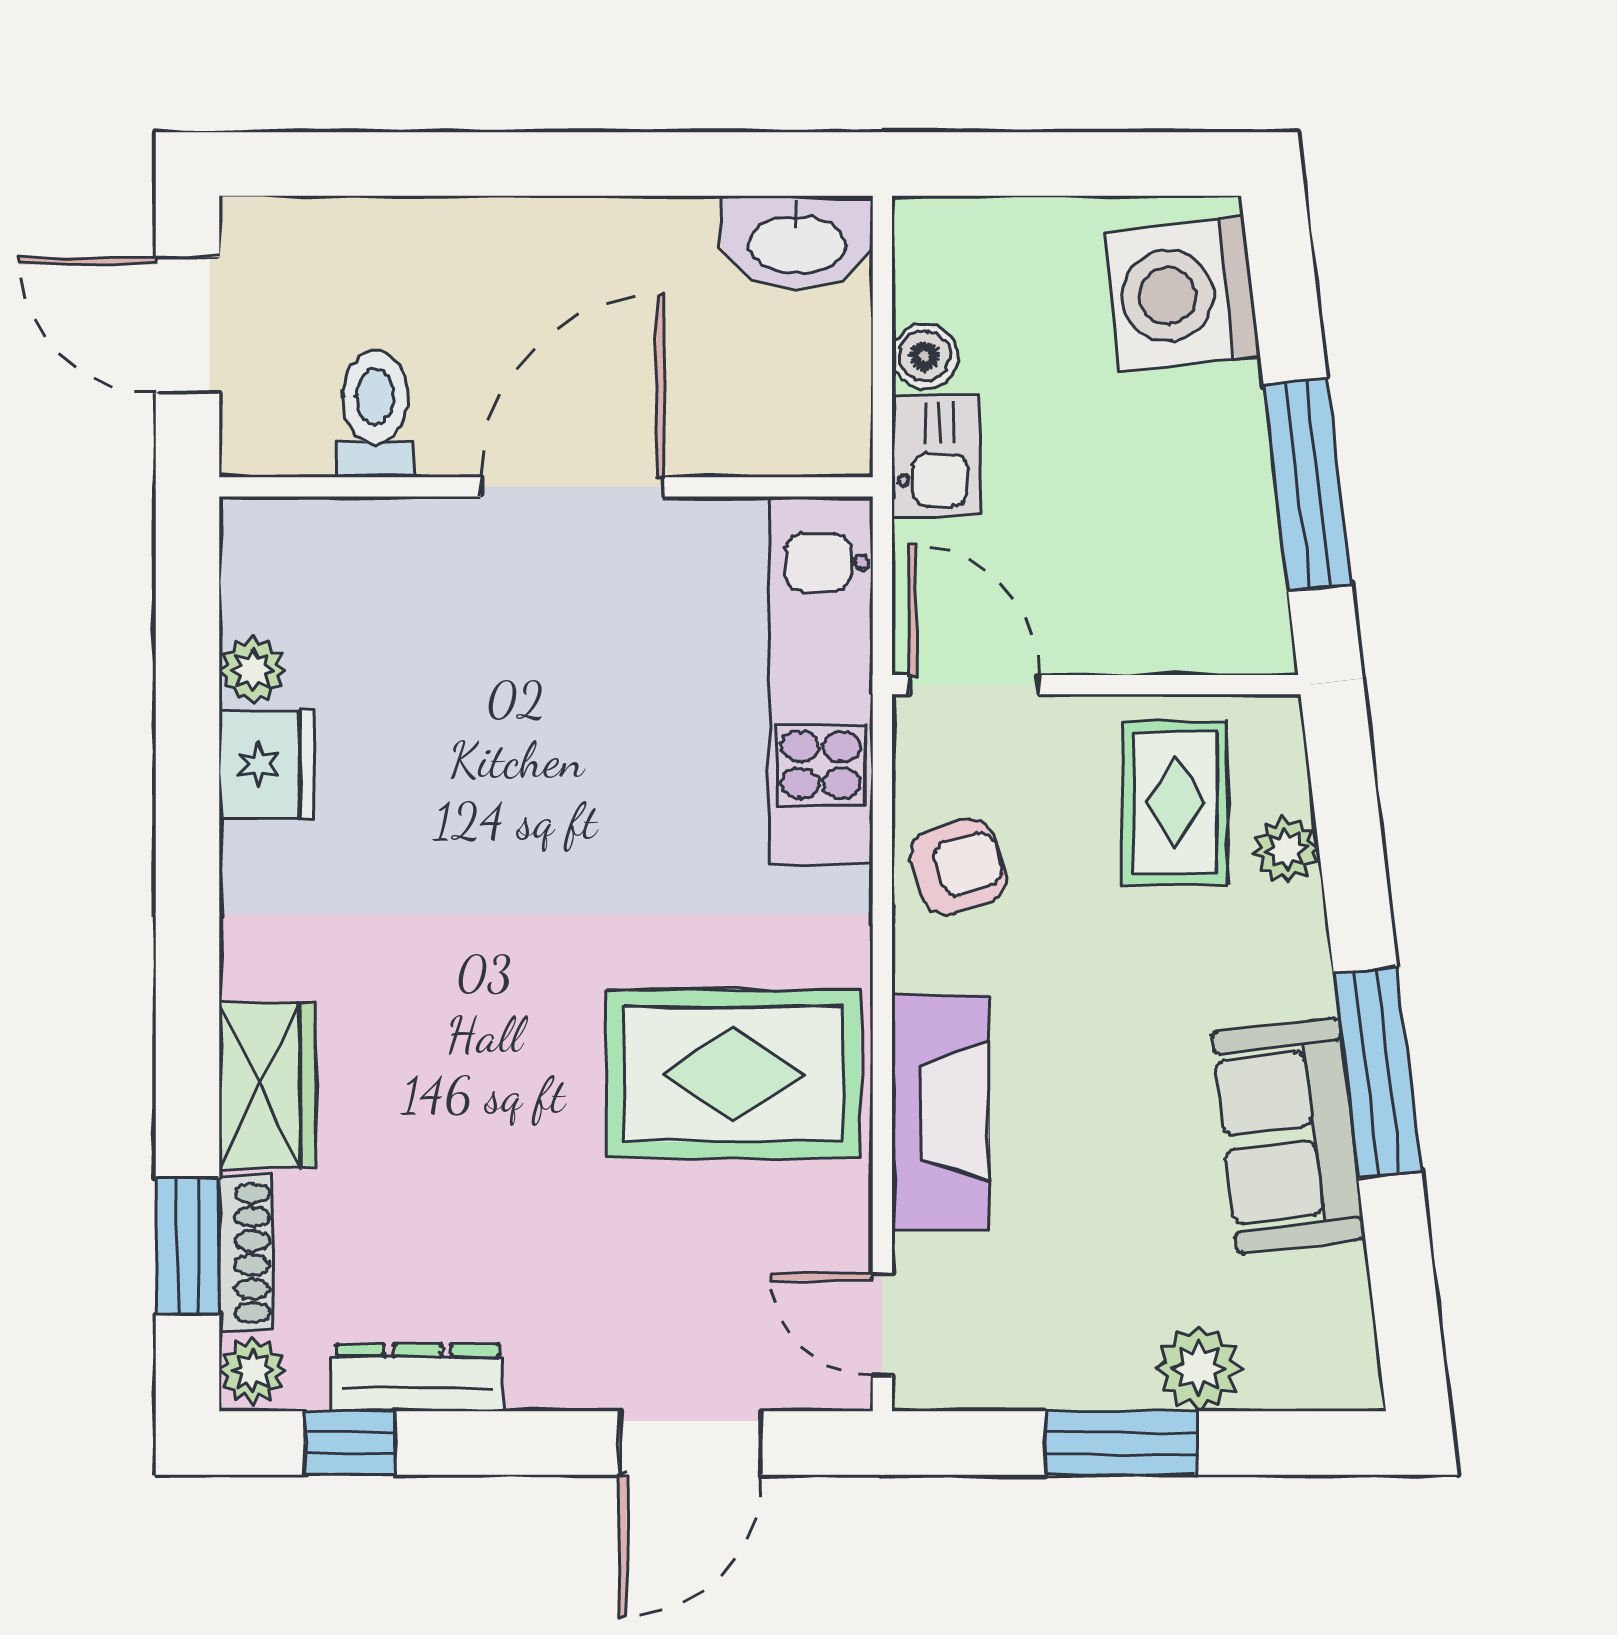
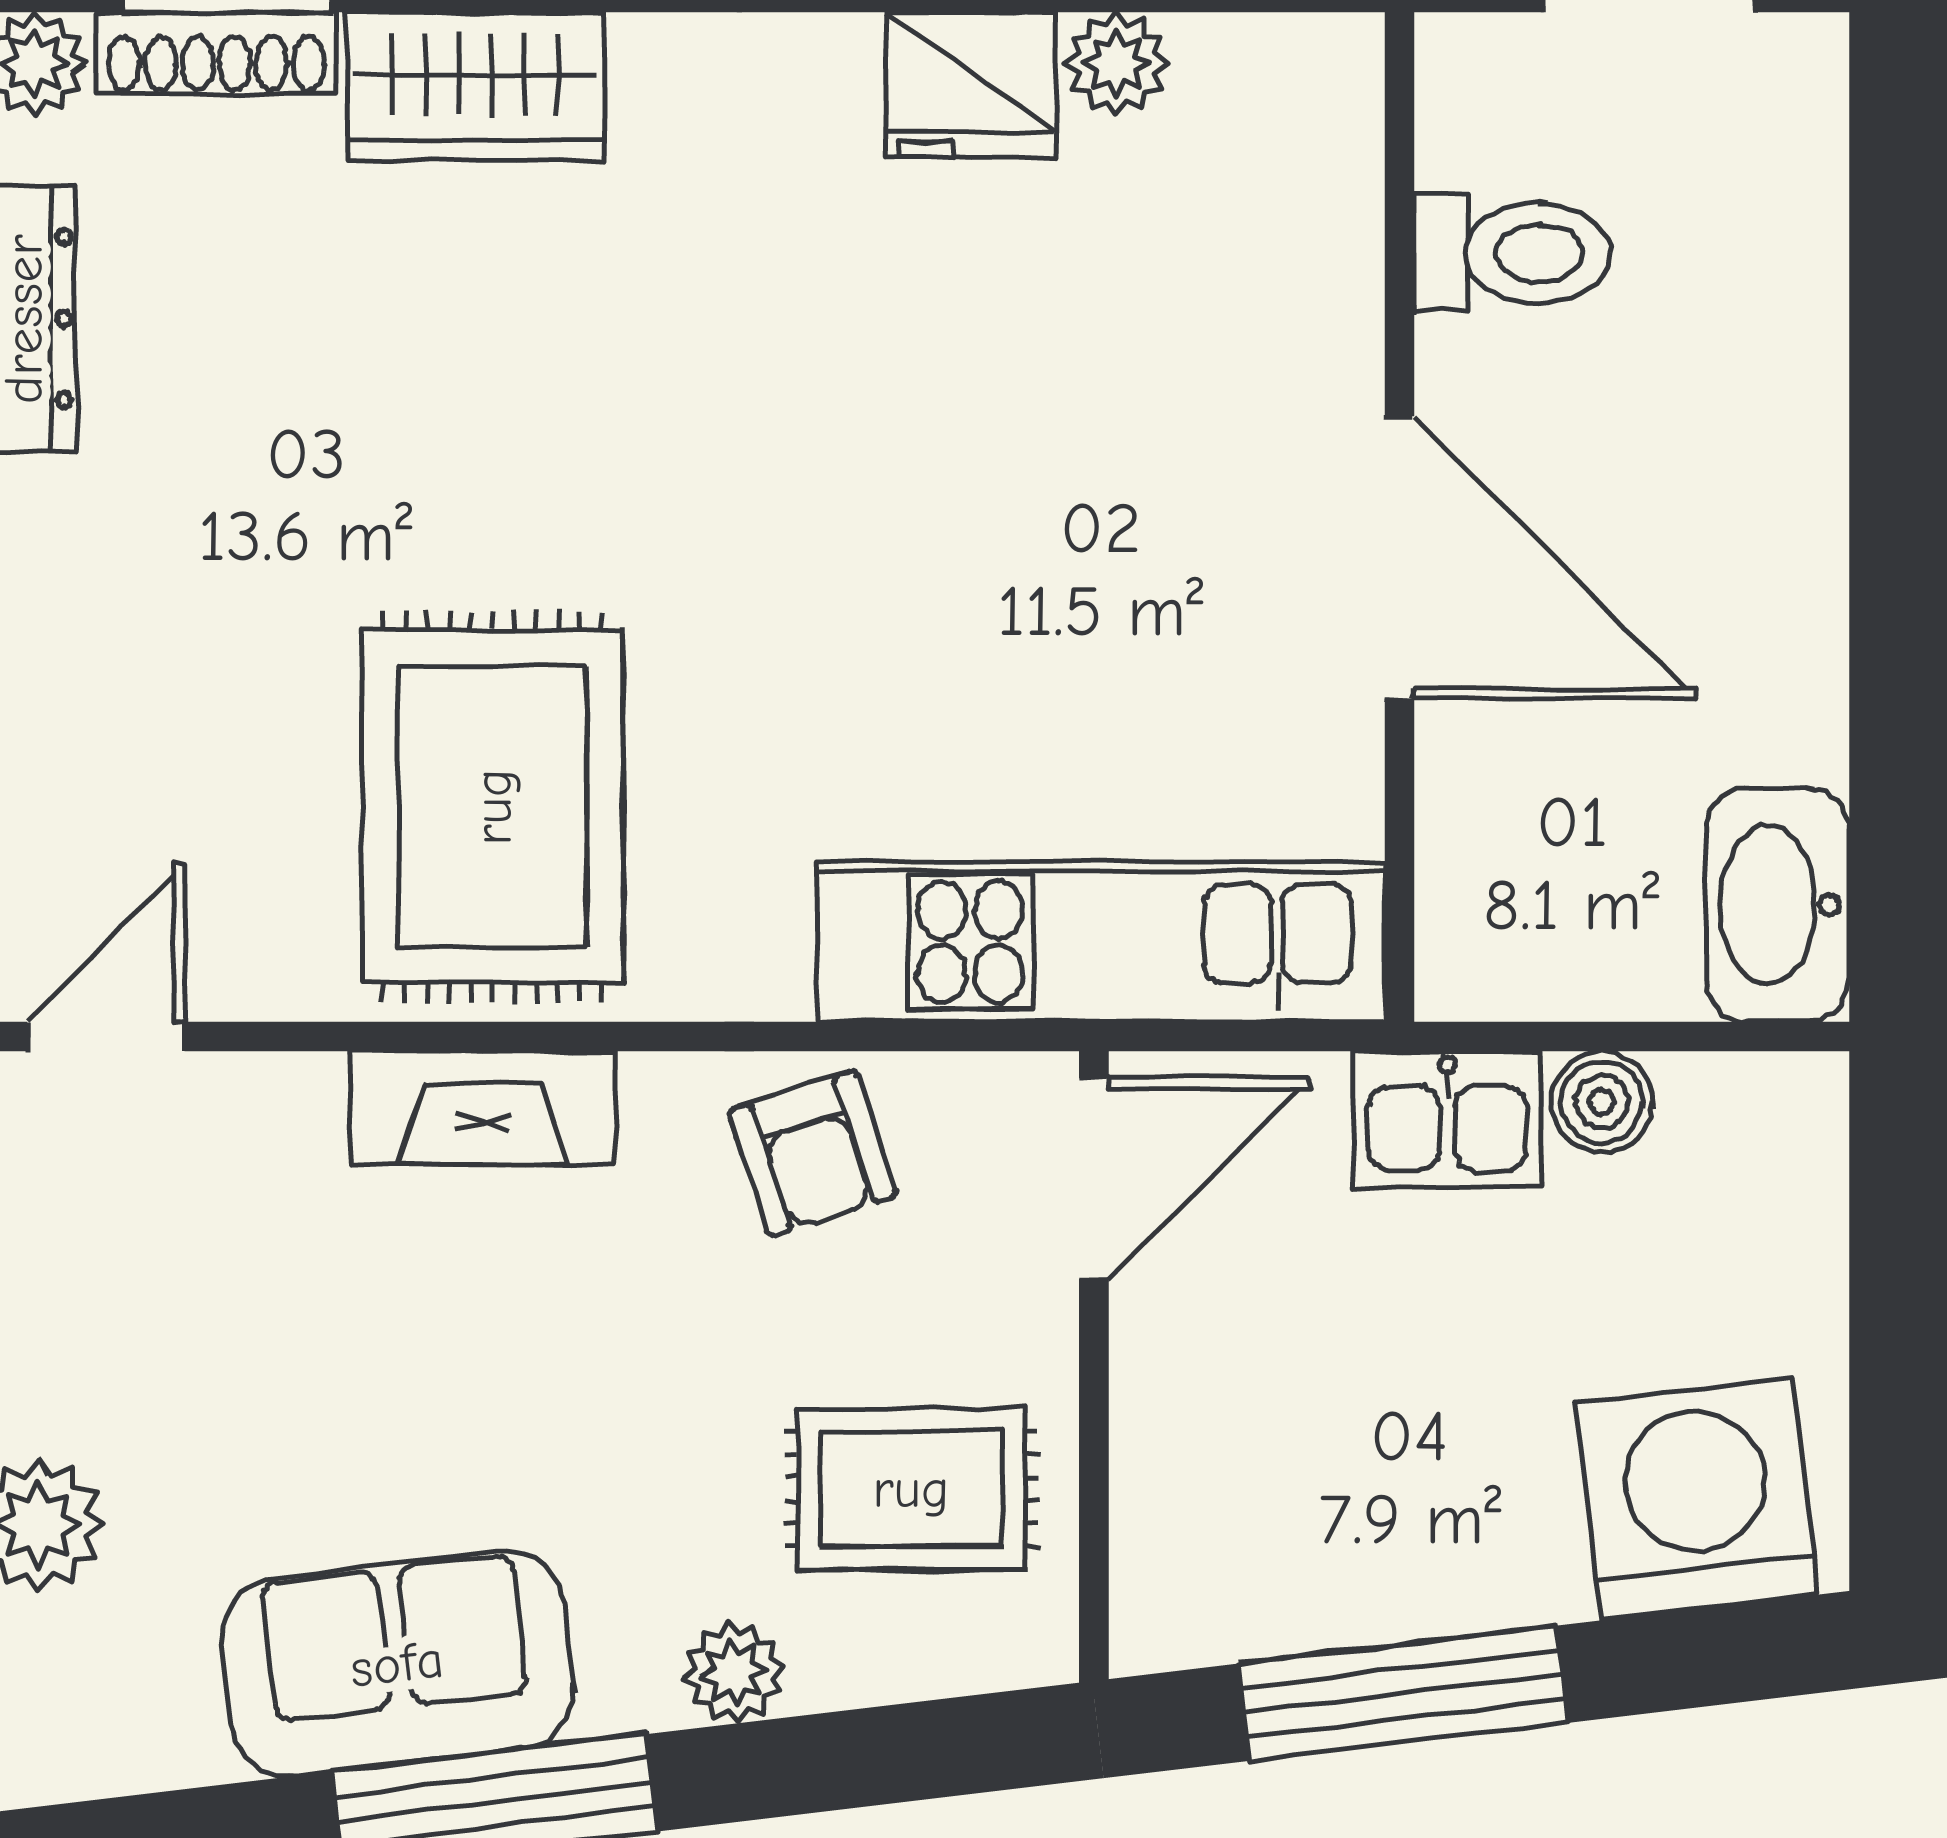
plant: (1286, 850) -> (734, 1673), moved
fireplace: (940, 1112) -> (483, 1108), width x0.73, depth x0.76

